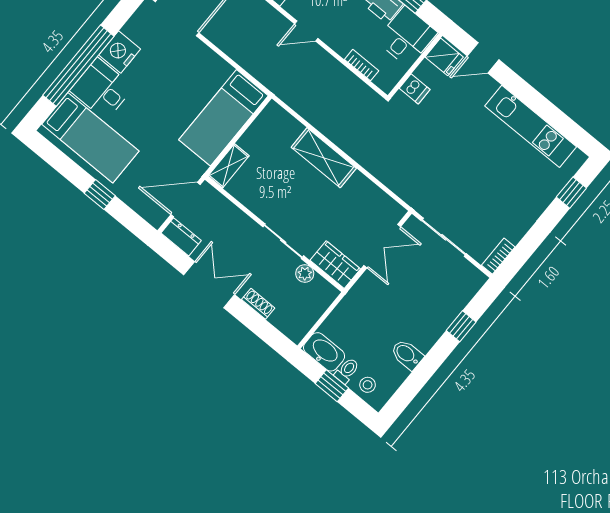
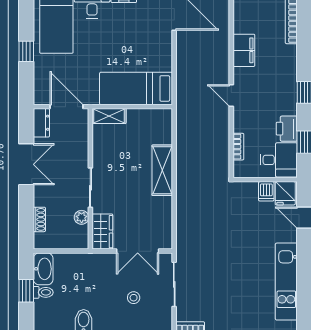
dishwasher: (415, 89) -> (266, 191), moved
shoe rack: (258, 304) -> (39, 219), moved
stool: (368, 385) -> (134, 298), moved

